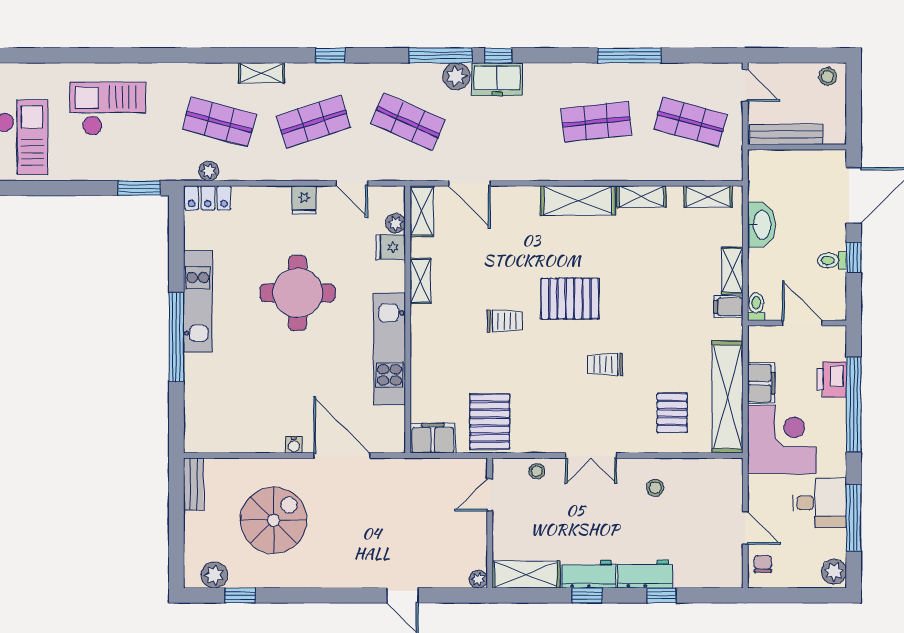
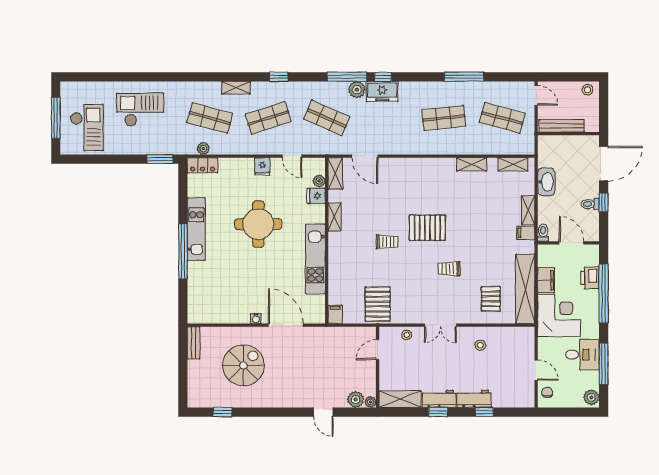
shelving: (578, 200) -> (432, 167), removed
filing cabinet: (433, 438) -> (335, 314), width x0.50
plant: (214, 575) -> (356, 399), moved

